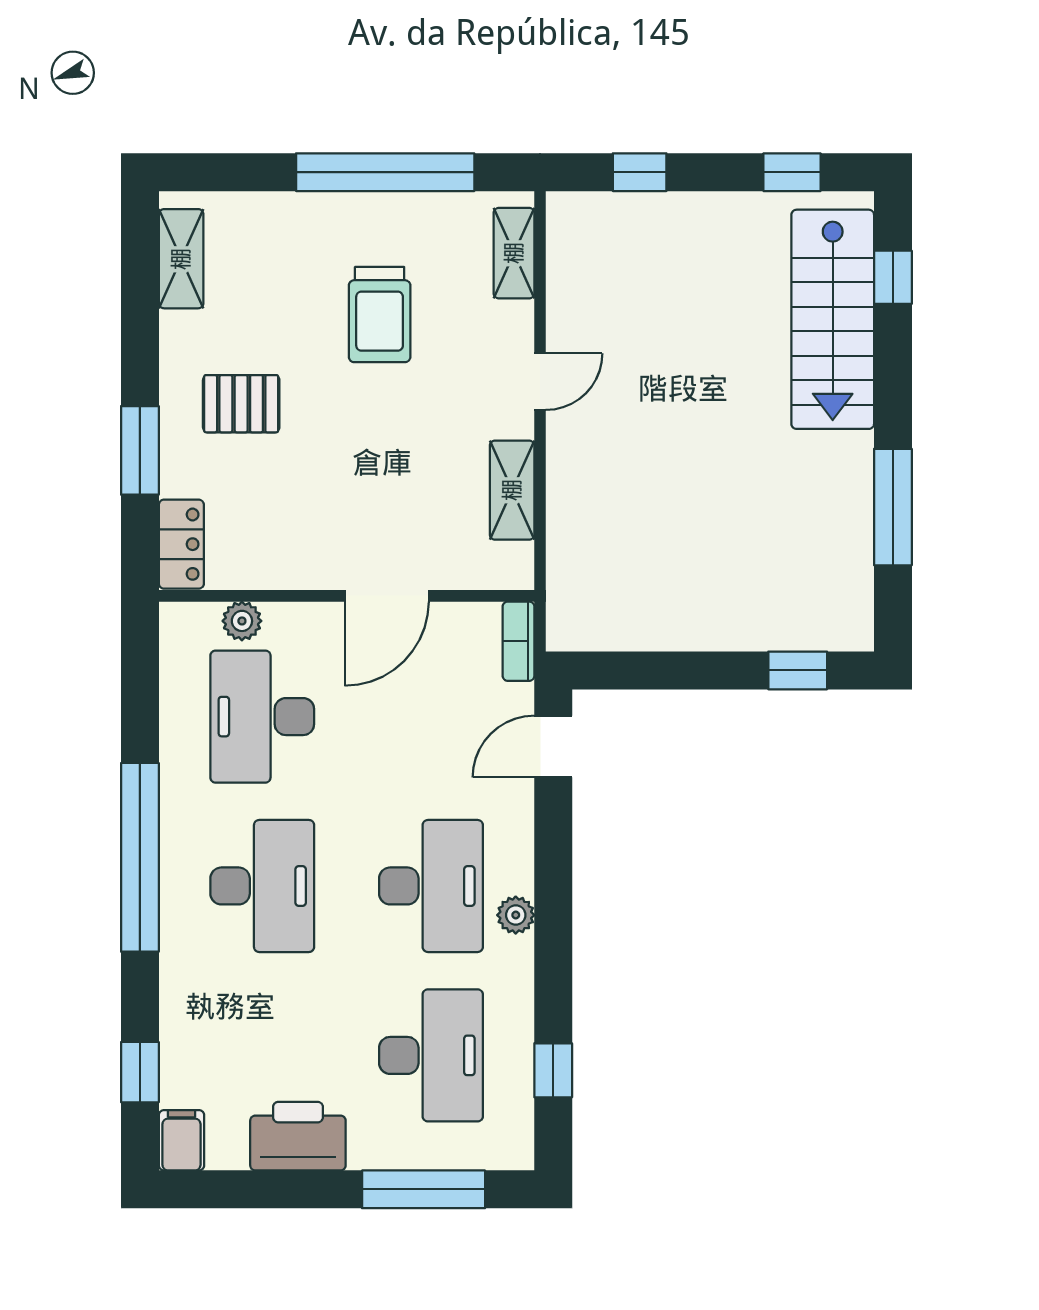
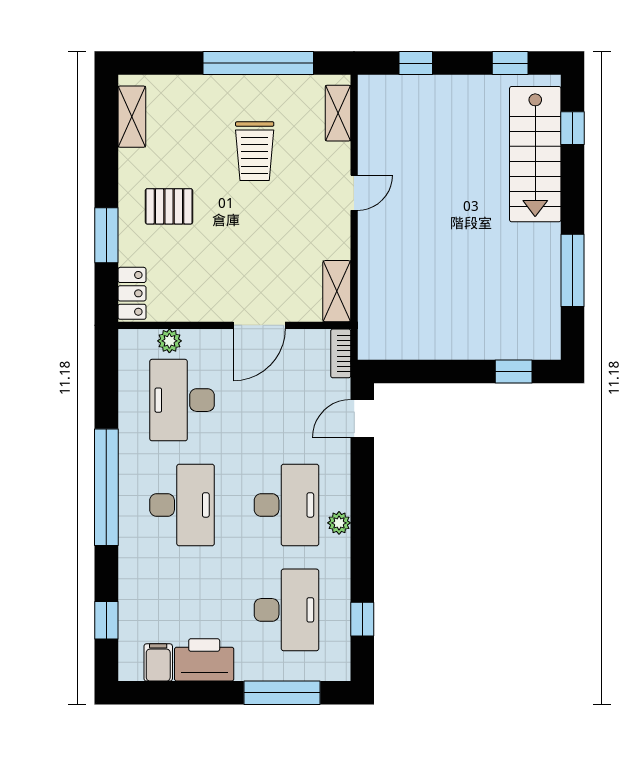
shelving: (512, 490) -> (337, 291), moved
filing cabinet: (181, 1140) -> (158, 662), moved

